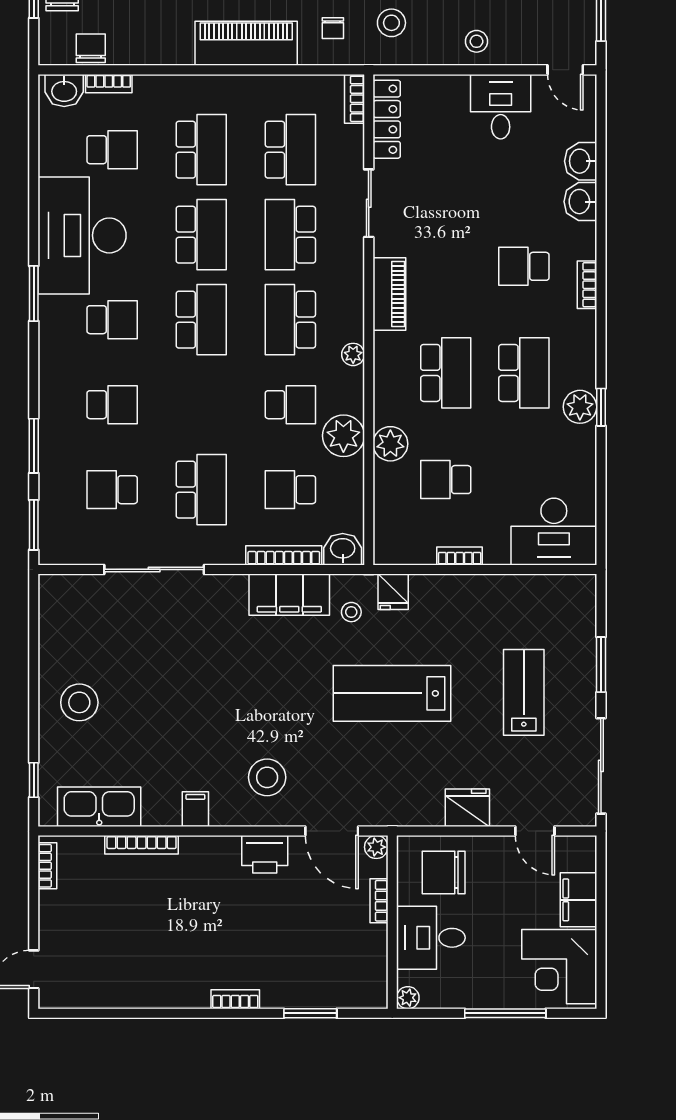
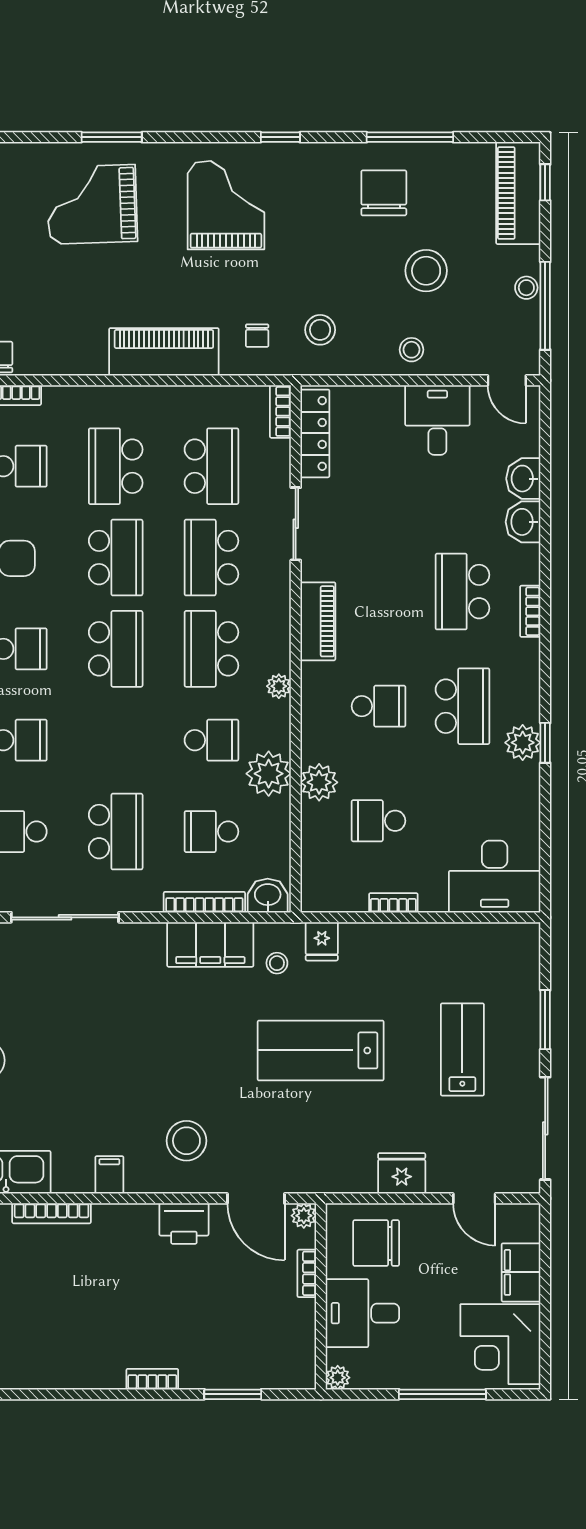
school desk: (201, 150) -> (116, 466), turned 180
school desk: (524, 266) -> (462, 592), width x1.85
school desk: (446, 373) -> (378, 706), width x0.54

